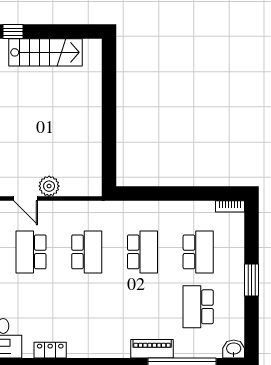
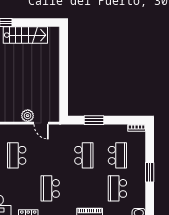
window: (159, 193) -> (94, 120), added
door: (26, 198) -> (41, 123), moved
school desk: (87, 252) -> (50, 188), moved, turned 180

